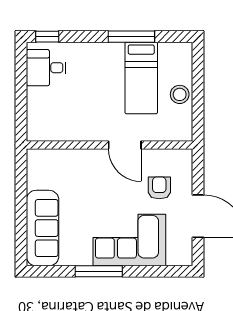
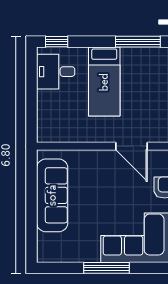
bed: (141, 78) -> (104, 82), moved
sofa: (43, 228) -> (52, 195), moved

